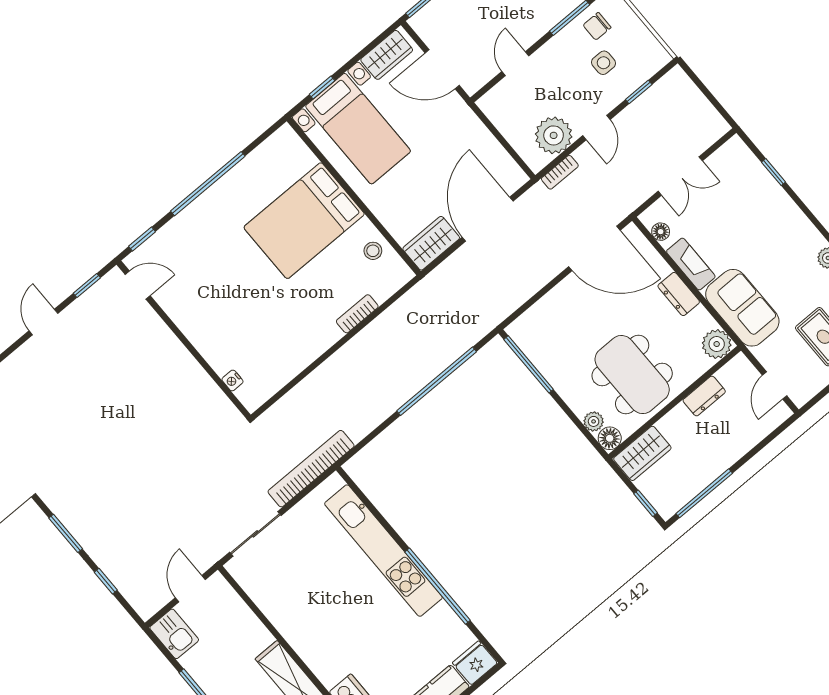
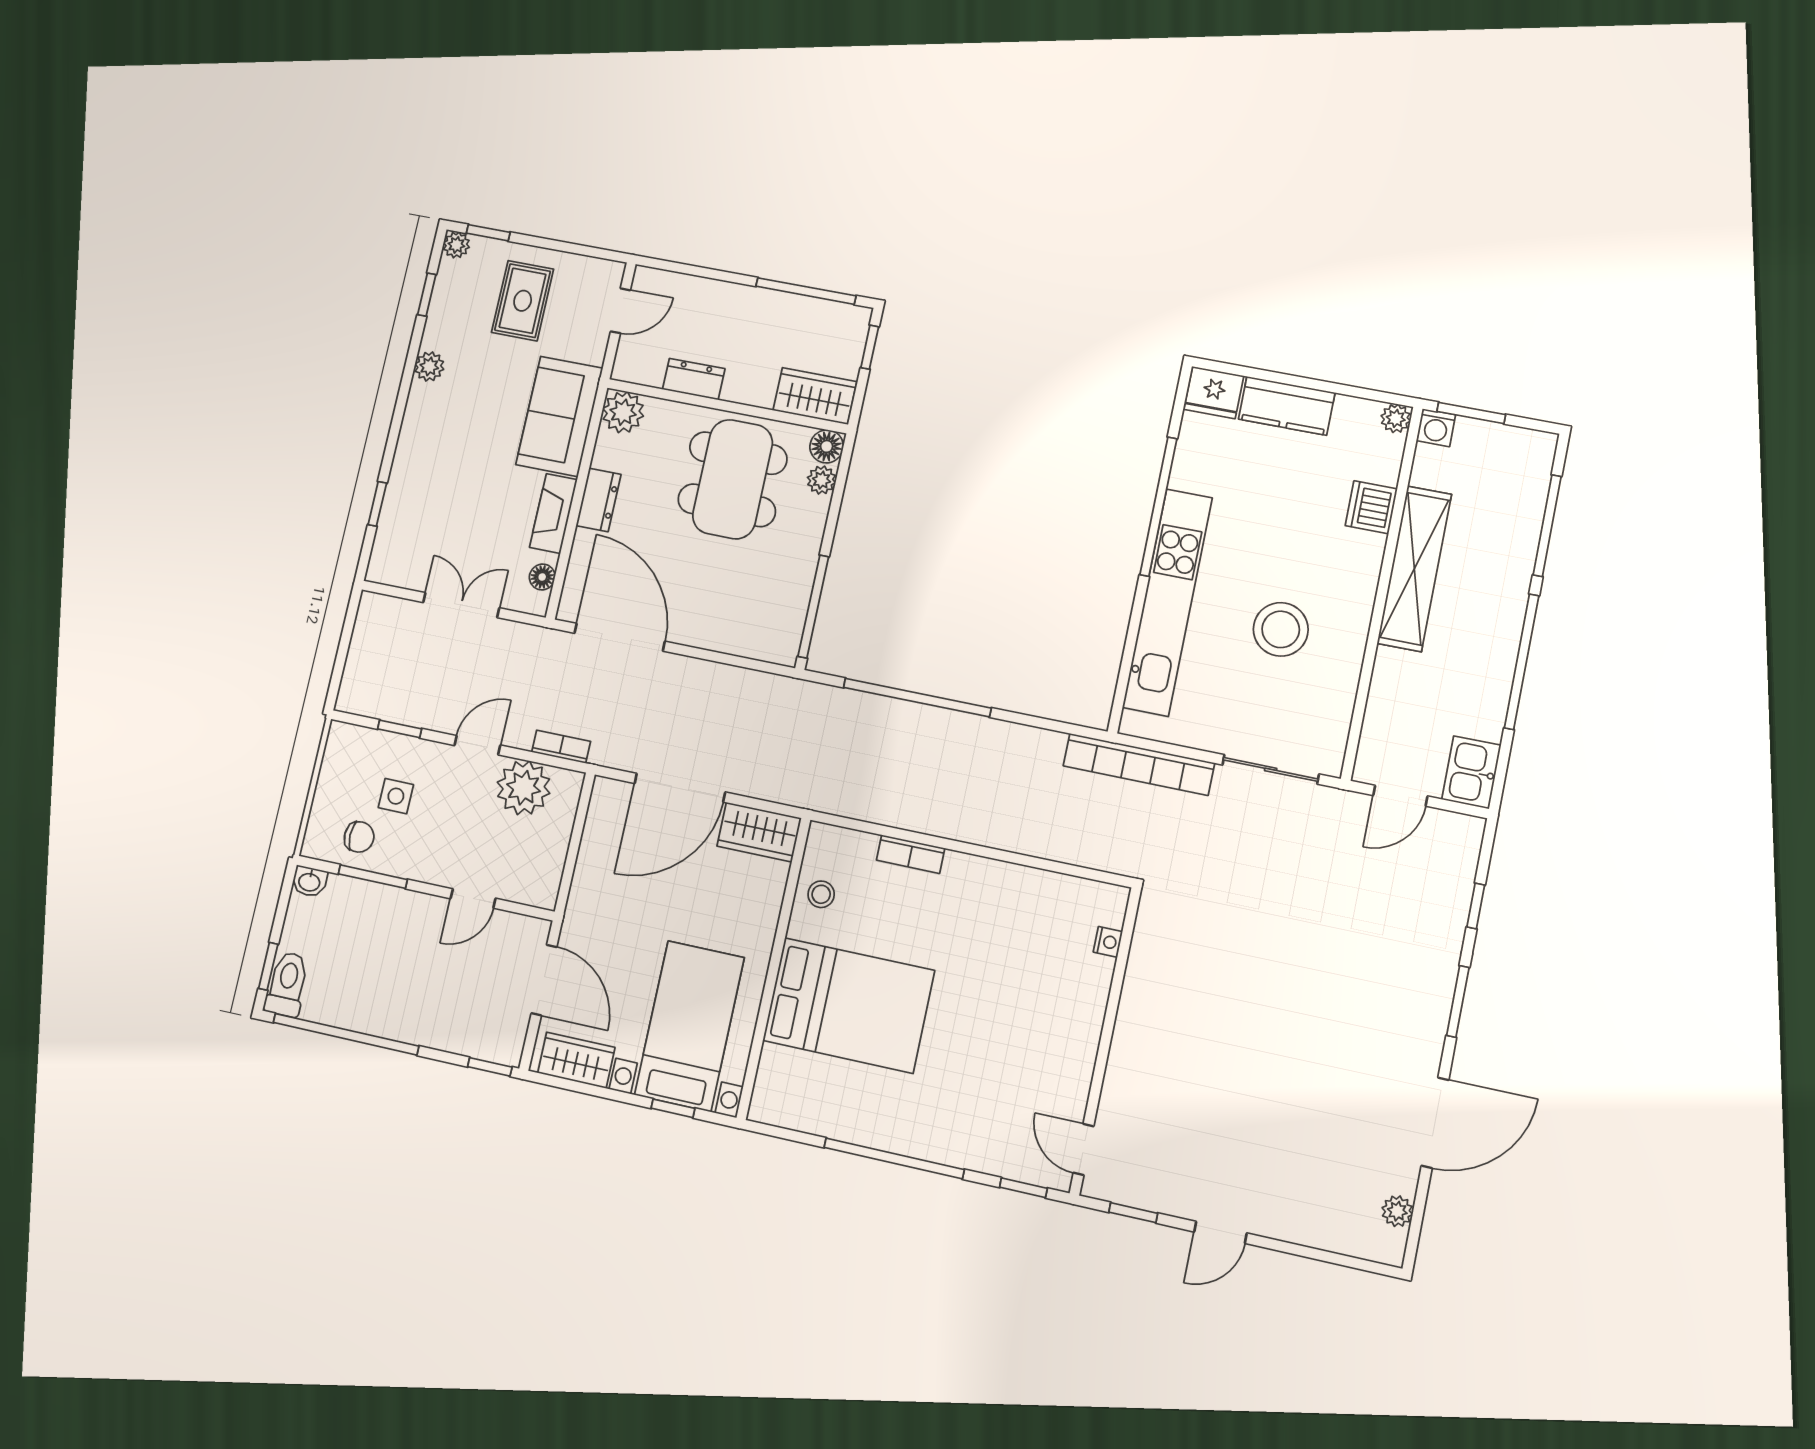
stool: (323, 597) -> (1281, 629), added

